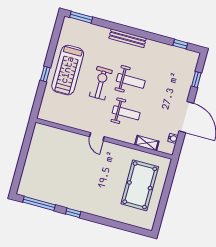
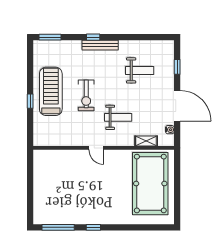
window: (180, 44) -> (93, 37), moved
treadmill: (68, 70) -> (51, 91), turned 180
weight bench: (131, 81) -> (140, 70), moved
exercise bike: (101, 83) -> (86, 95), turned 180
pool table: (140, 185) -> (150, 184), width x1.36, depth x1.32

